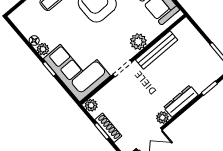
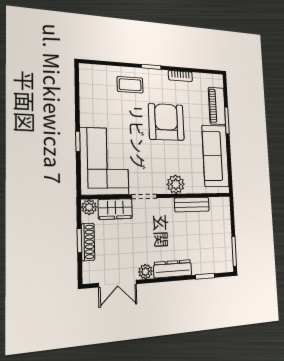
floor lamp: (34, 41) -> (85, 105), removed
plant: (43, 49) -> (87, 119), removed
bench: (157, 50) -> (192, 205), width x0.73
wardrobe: (109, 93) -> (115, 209), added

